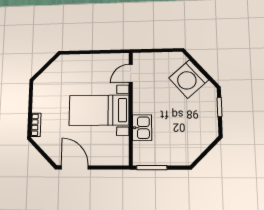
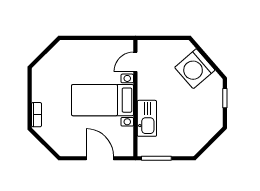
kitchen sink: (142, 128) -> (147, 118), width x1.38
door: (75, 167) -> (100, 158), moved

